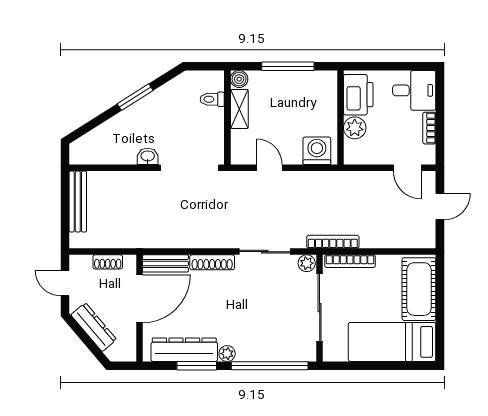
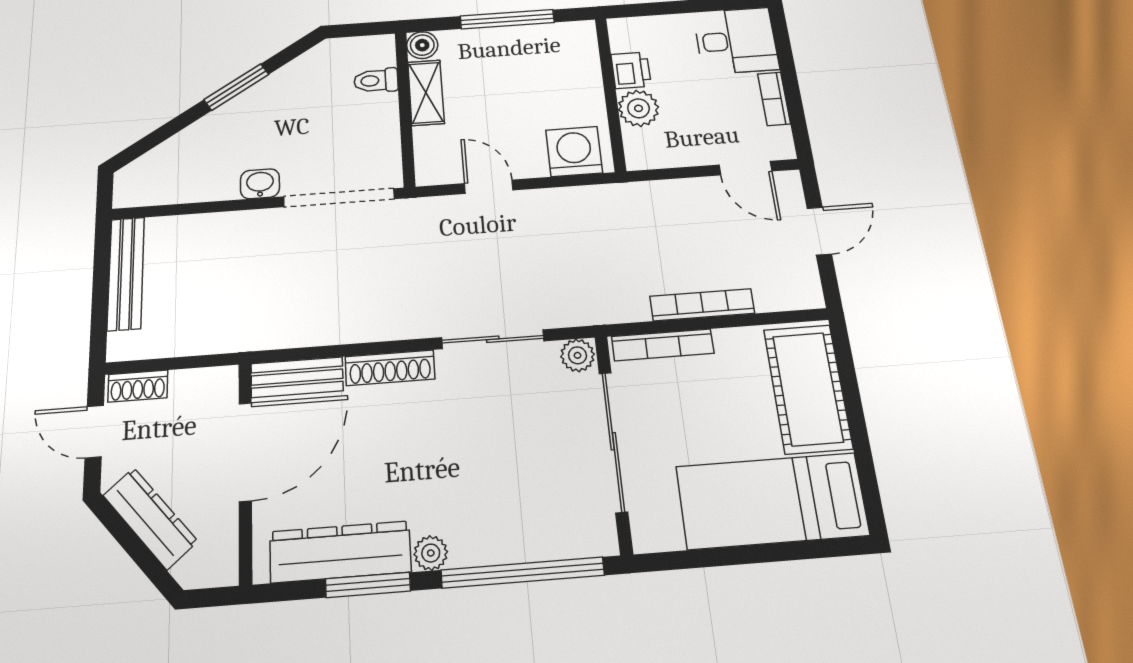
printer: (358, 95) -> (631, 70), width x0.53, depth x0.68
bookcase: (333, 242) -> (702, 305), moved
shoe rack: (108, 262) -> (138, 386), moved

